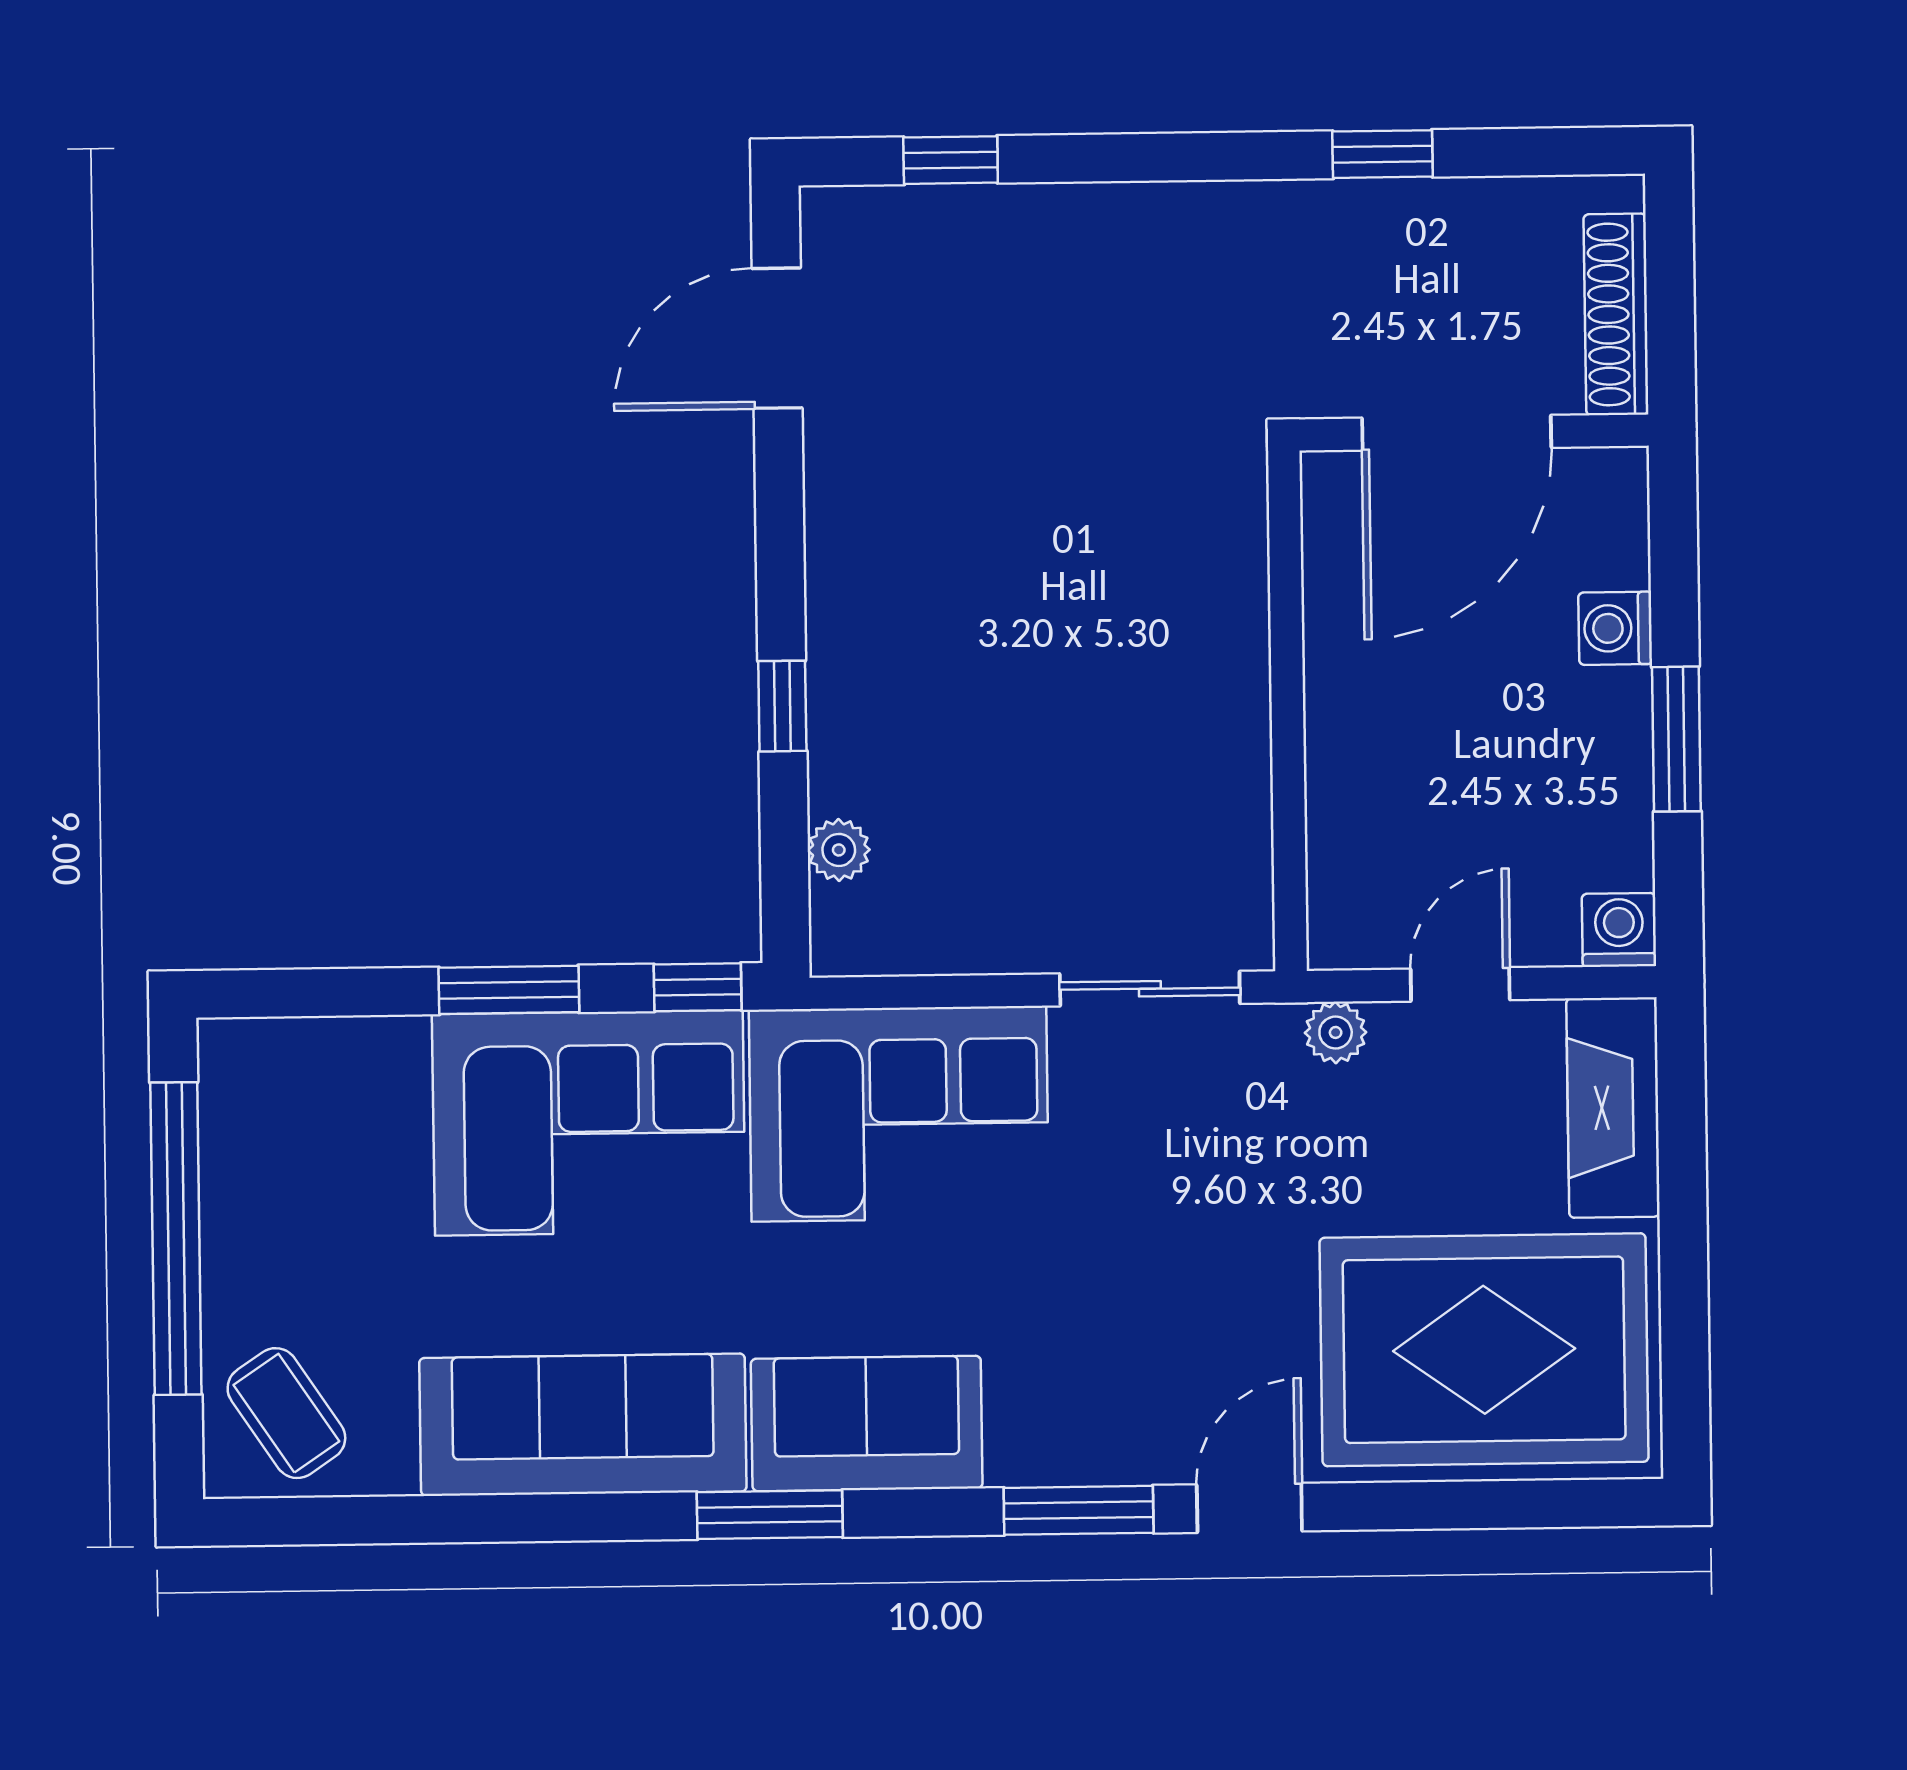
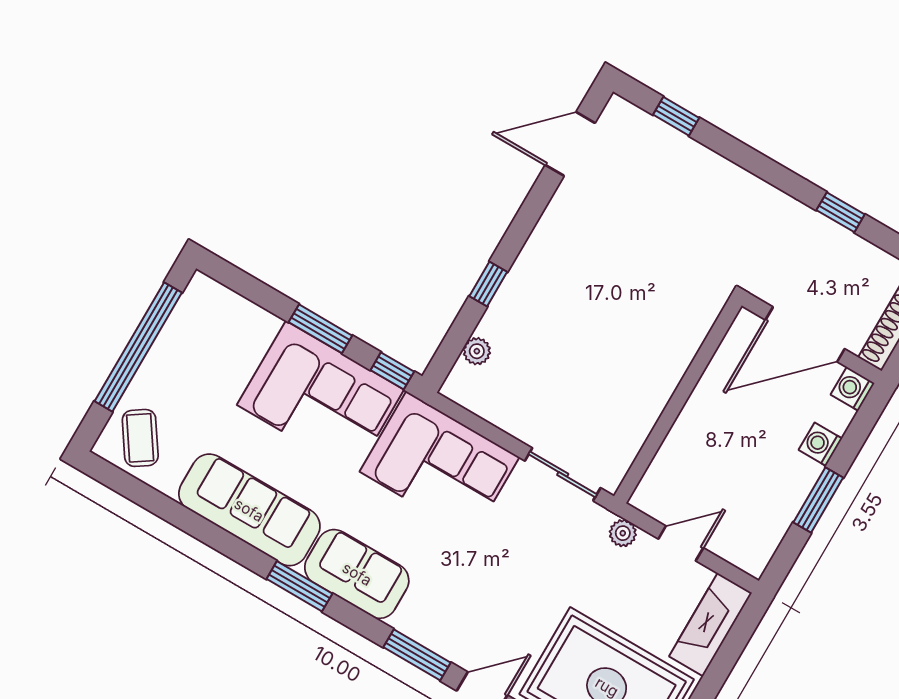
washing machine: (1619, 930) -> (853, 389), moved, turned -90

